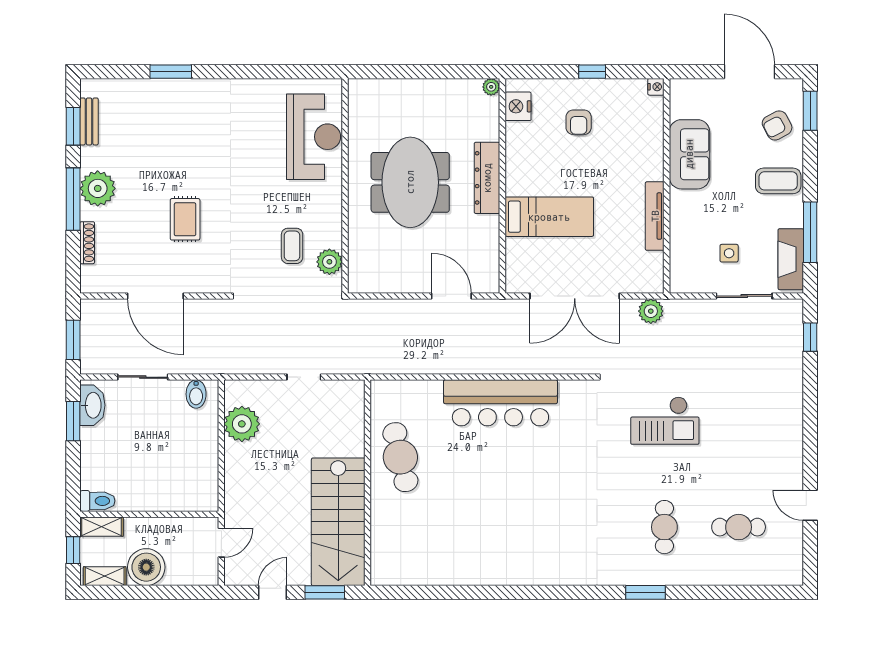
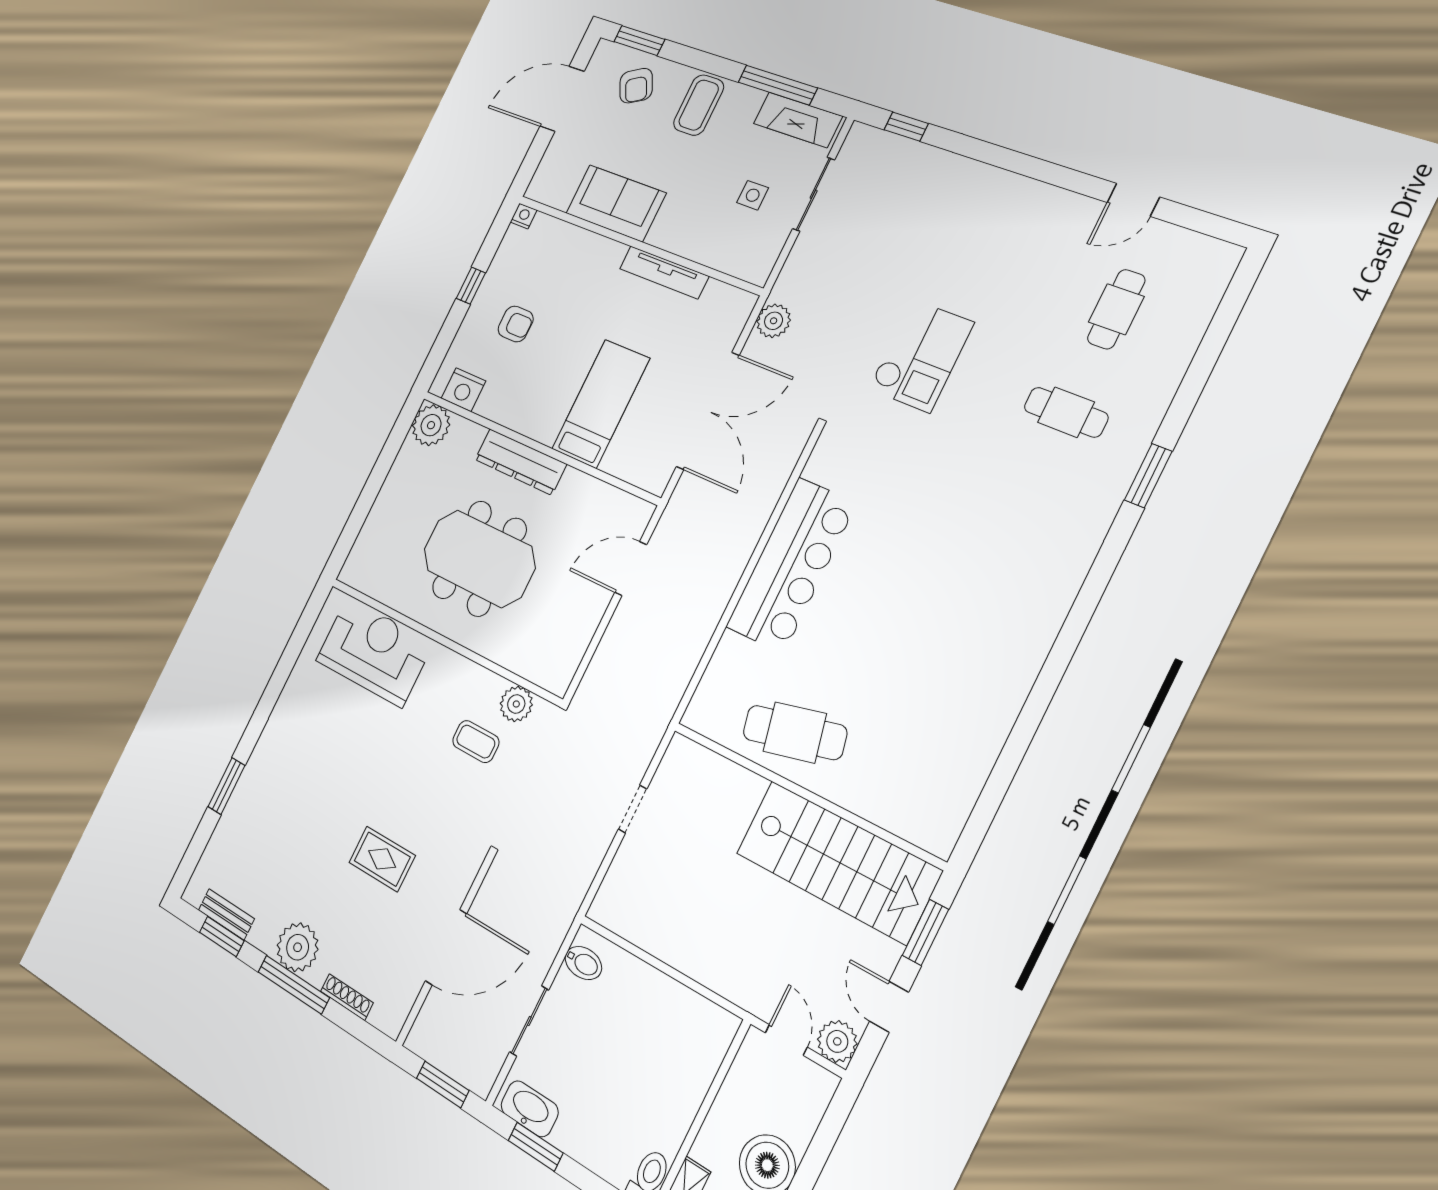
plant: (491, 87) -> (431, 425), width x1.87, depth x1.87
plant: (242, 424) -> (837, 1041), moved, width x0.73, depth x0.73

